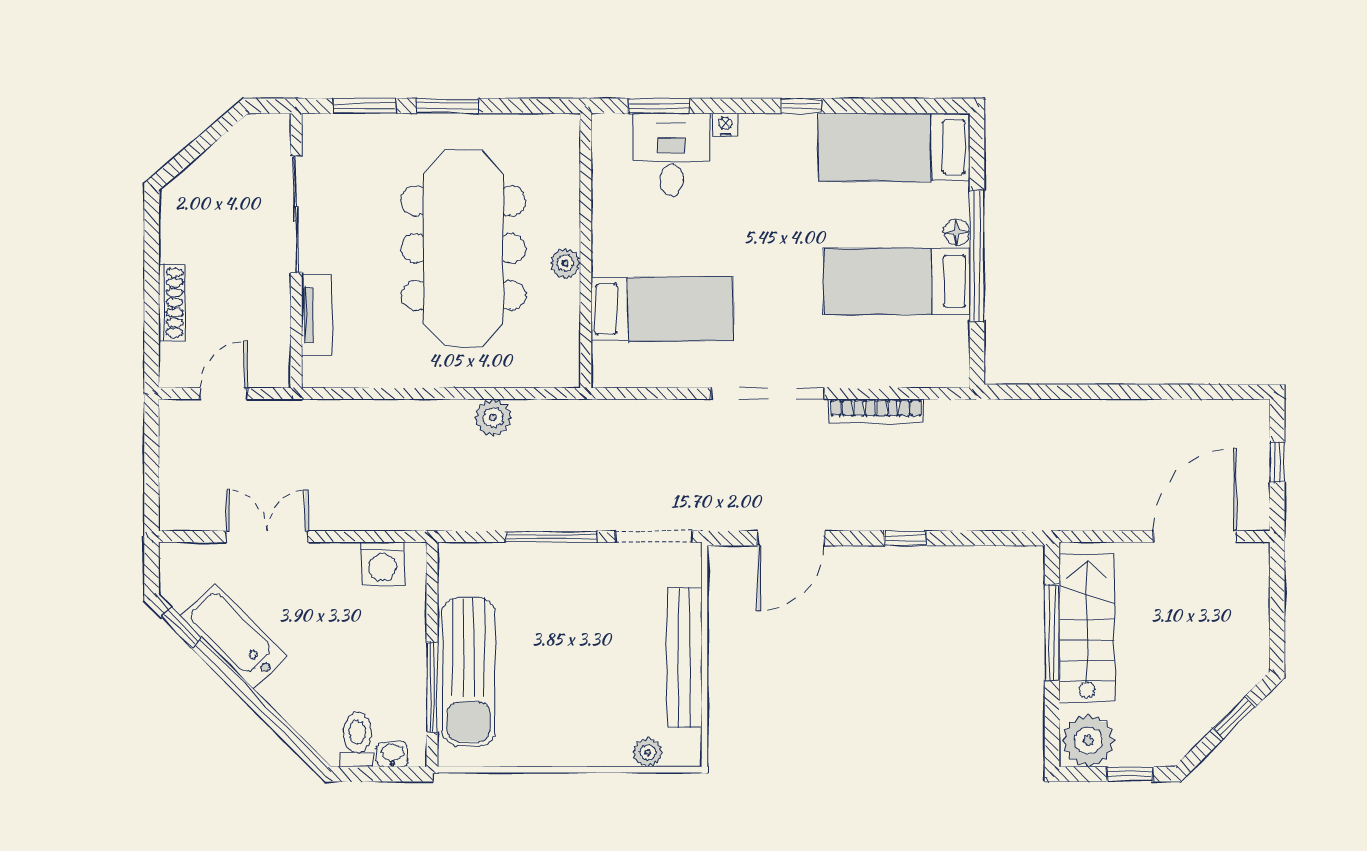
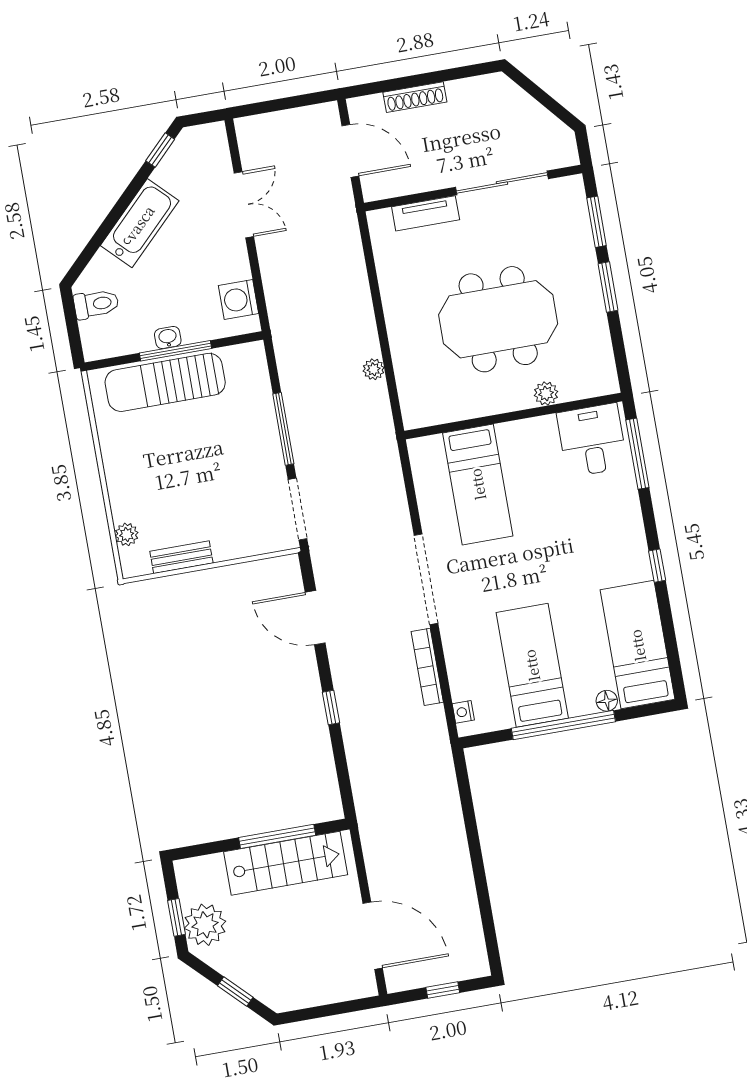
window: (659, 106) -> (637, 454), width x1.44
nightstand: (725, 125) -> (463, 712), moved, turned 180
desk: (672, 154) -> (592, 440), moved, turned -90
floor lamp: (957, 232) -> (607, 701), moved
meeting table: (463, 248) -> (498, 319), width x0.73
plant: (565, 263) -> (546, 394), moved
door: (224, 394) -> (350, 151), width x1.38
plant: (493, 417) -> (374, 369), width x0.73, depth x0.73
bathtub: (234, 636) -> (140, 223), moved
bench: (684, 657) -> (181, 557), width x0.54, depth x0.82
window: (432, 687) -> (175, 351), moved
plant: (1088, 741) -> (205, 925), moved
washbasin: (392, 754) -> (168, 337), moved, turned -90

